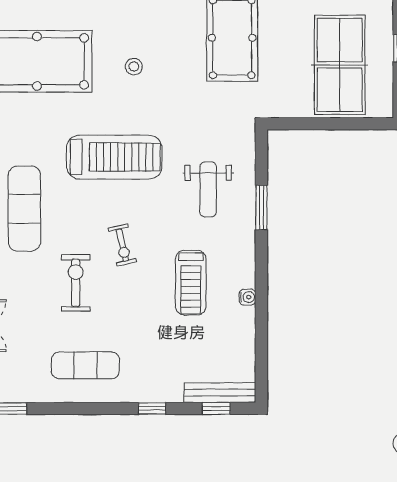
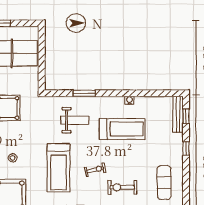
treadmill: (114, 157) -> (59, 168), turned 180
exercise bike: (122, 245) -> (95, 170), moved
treadmill: (191, 283) -> (122, 129), width x1.37, depth x1.38

